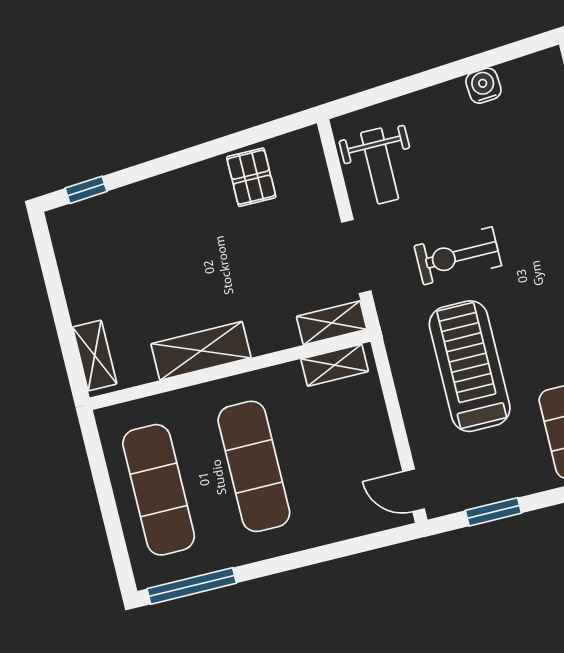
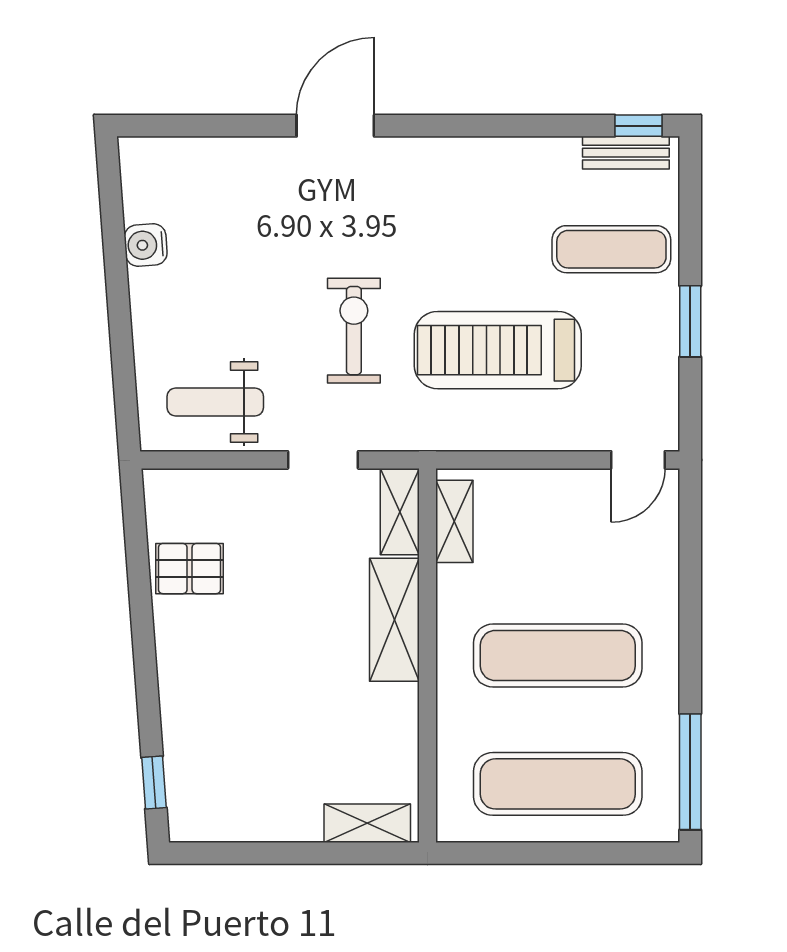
weight bench: (380, 166) -> (215, 402), turned 180
doorway: (356, 256) -> (323, 460), width x0.73
exercise bike: (458, 256) -> (354, 331), turned 180
shelving: (201, 351) -> (394, 620), moved
window: (493, 512) -> (690, 321), moved

